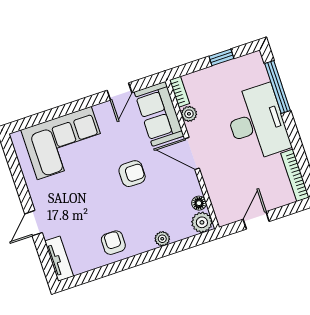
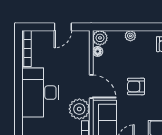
window: (278, 87) -> (18, 112), removed
plant: (189, 114) -> (79, 109), width x1.87, depth x1.87

